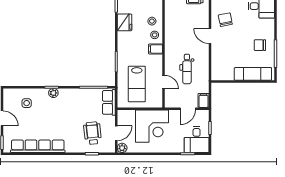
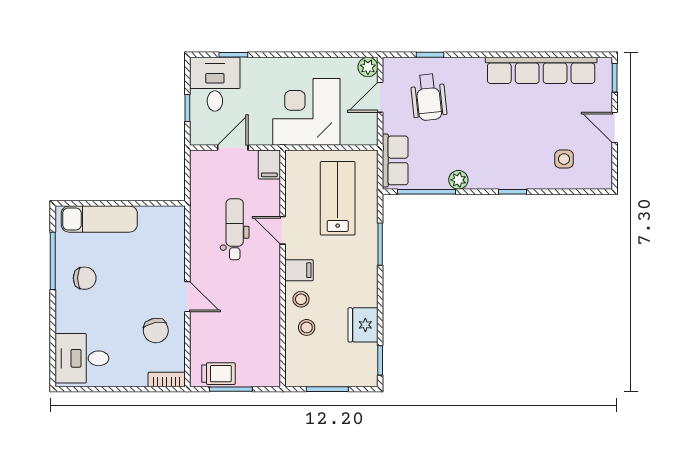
door: (164, 82) -> (283, 230), moved
plant: (53, 93) -> (458, 180), moved
filing cabinet: (203, 100) -> (269, 165), moved

